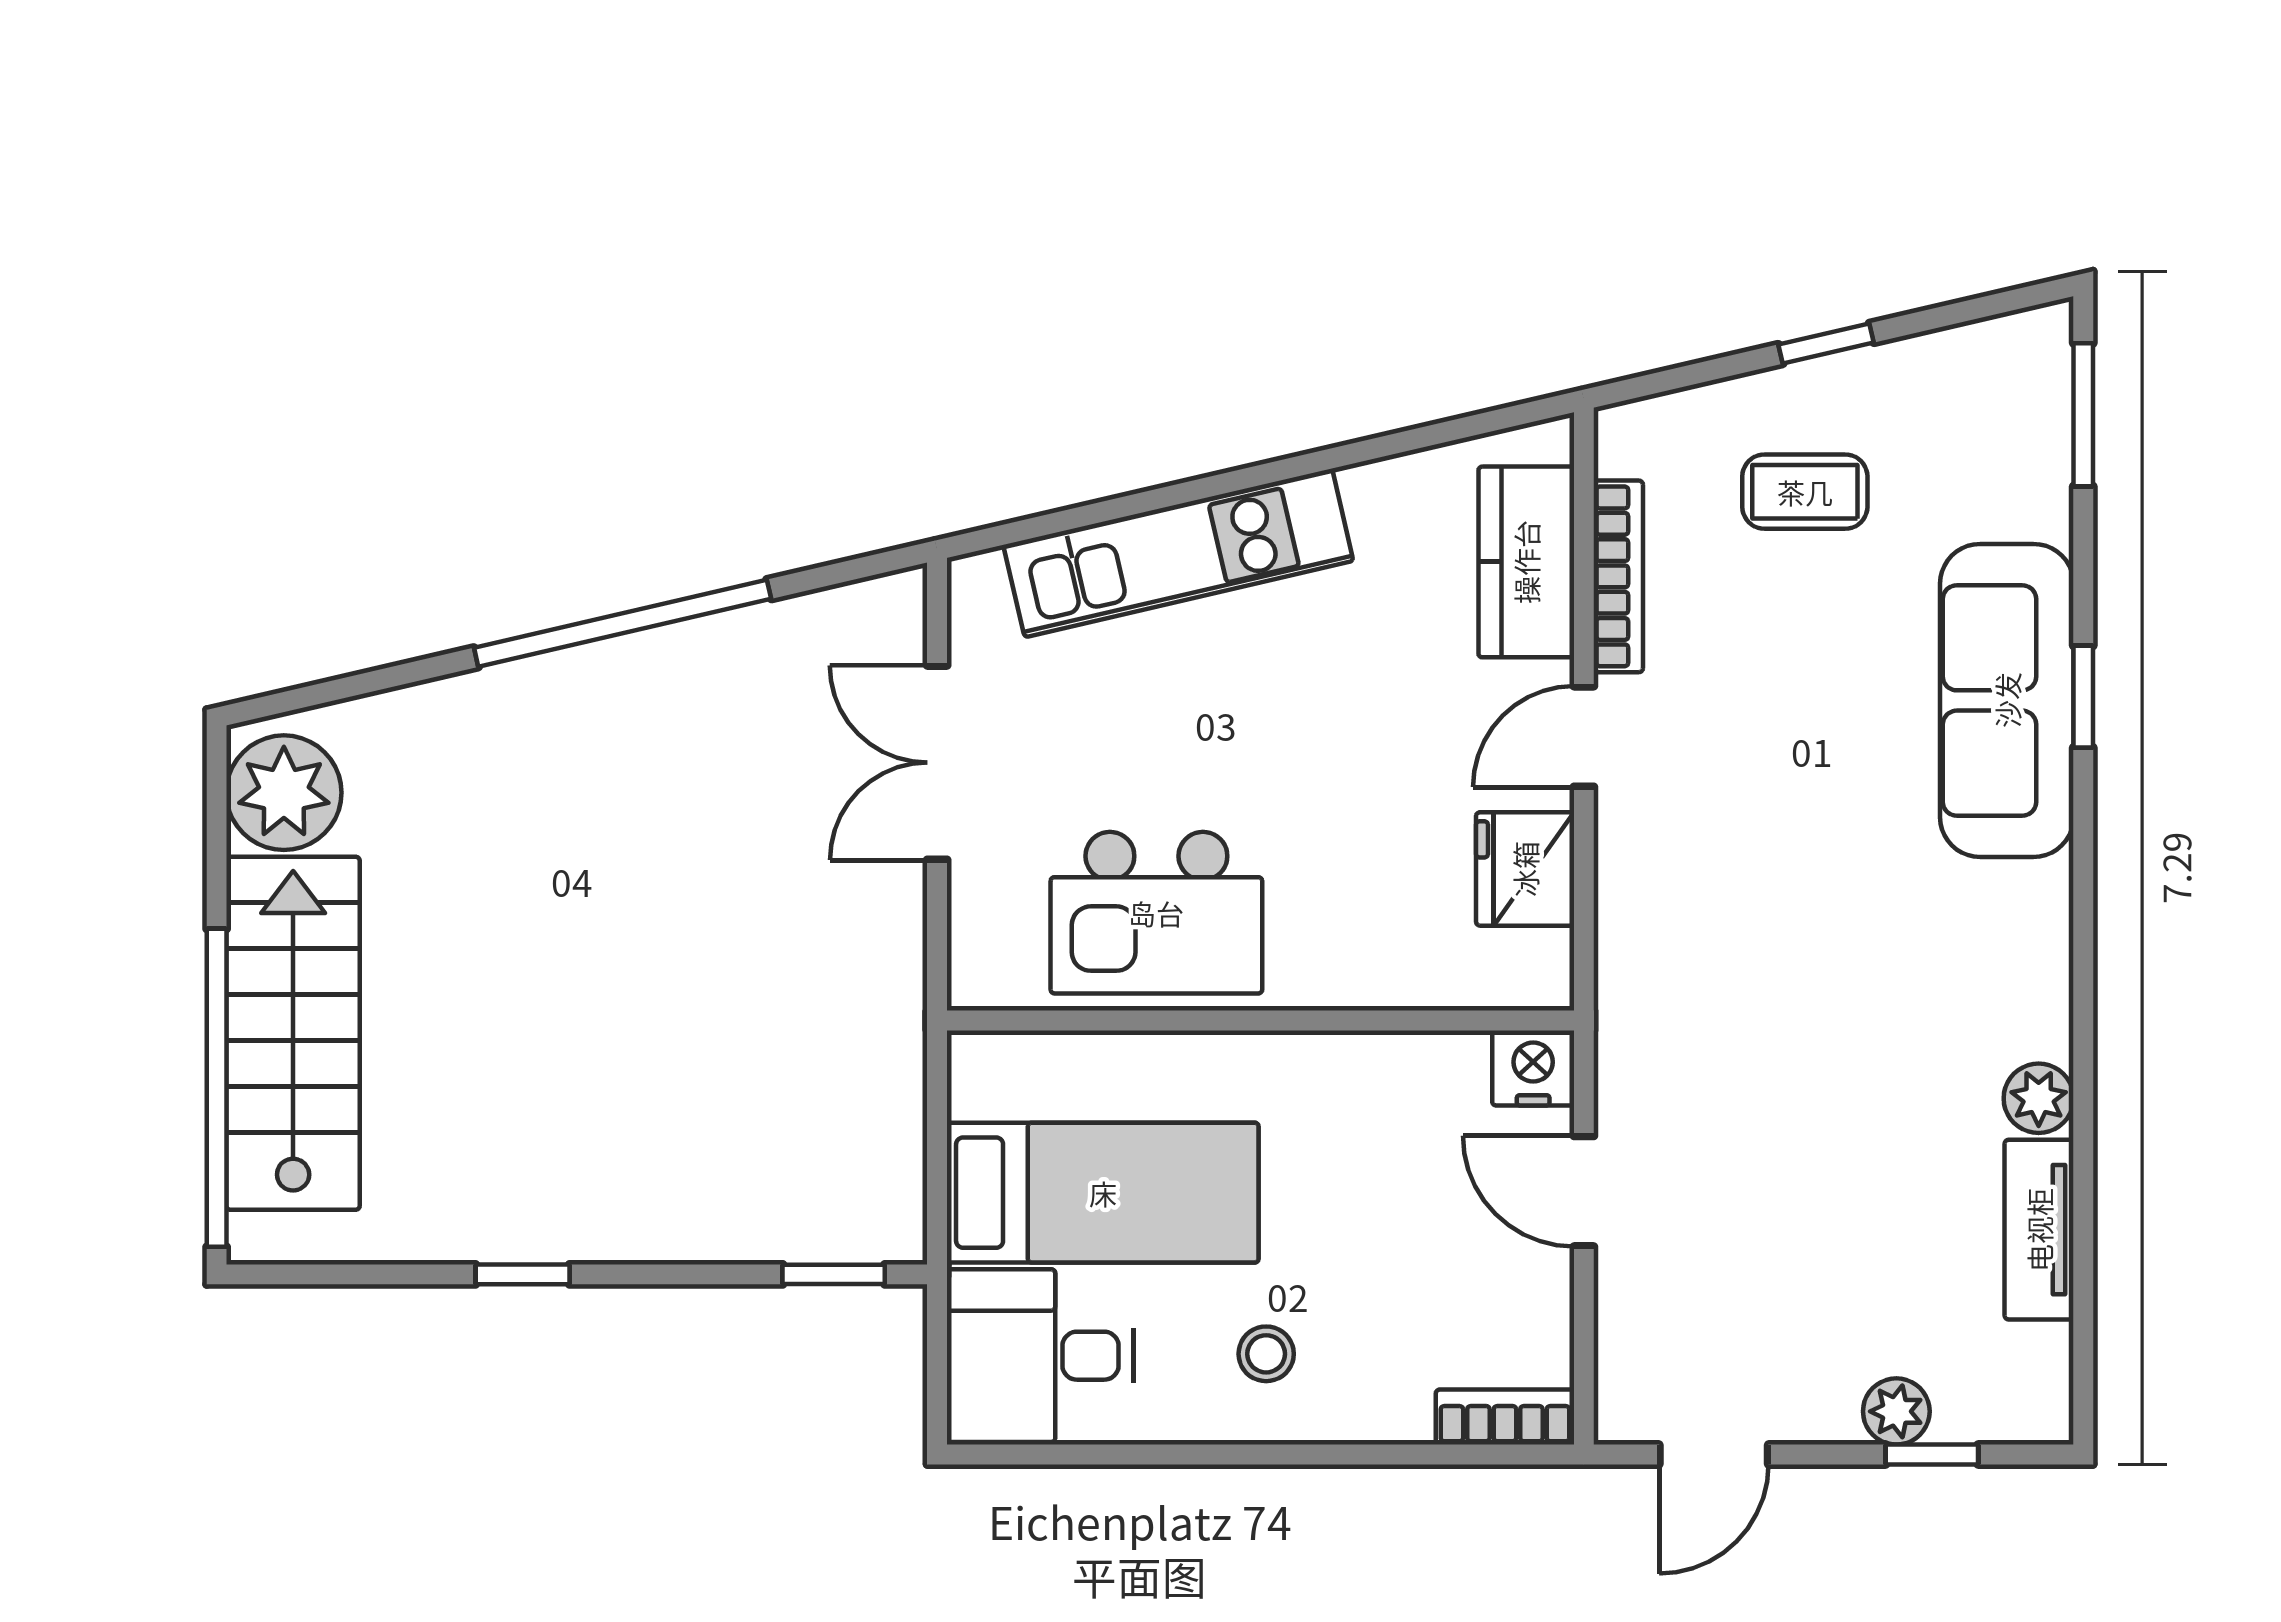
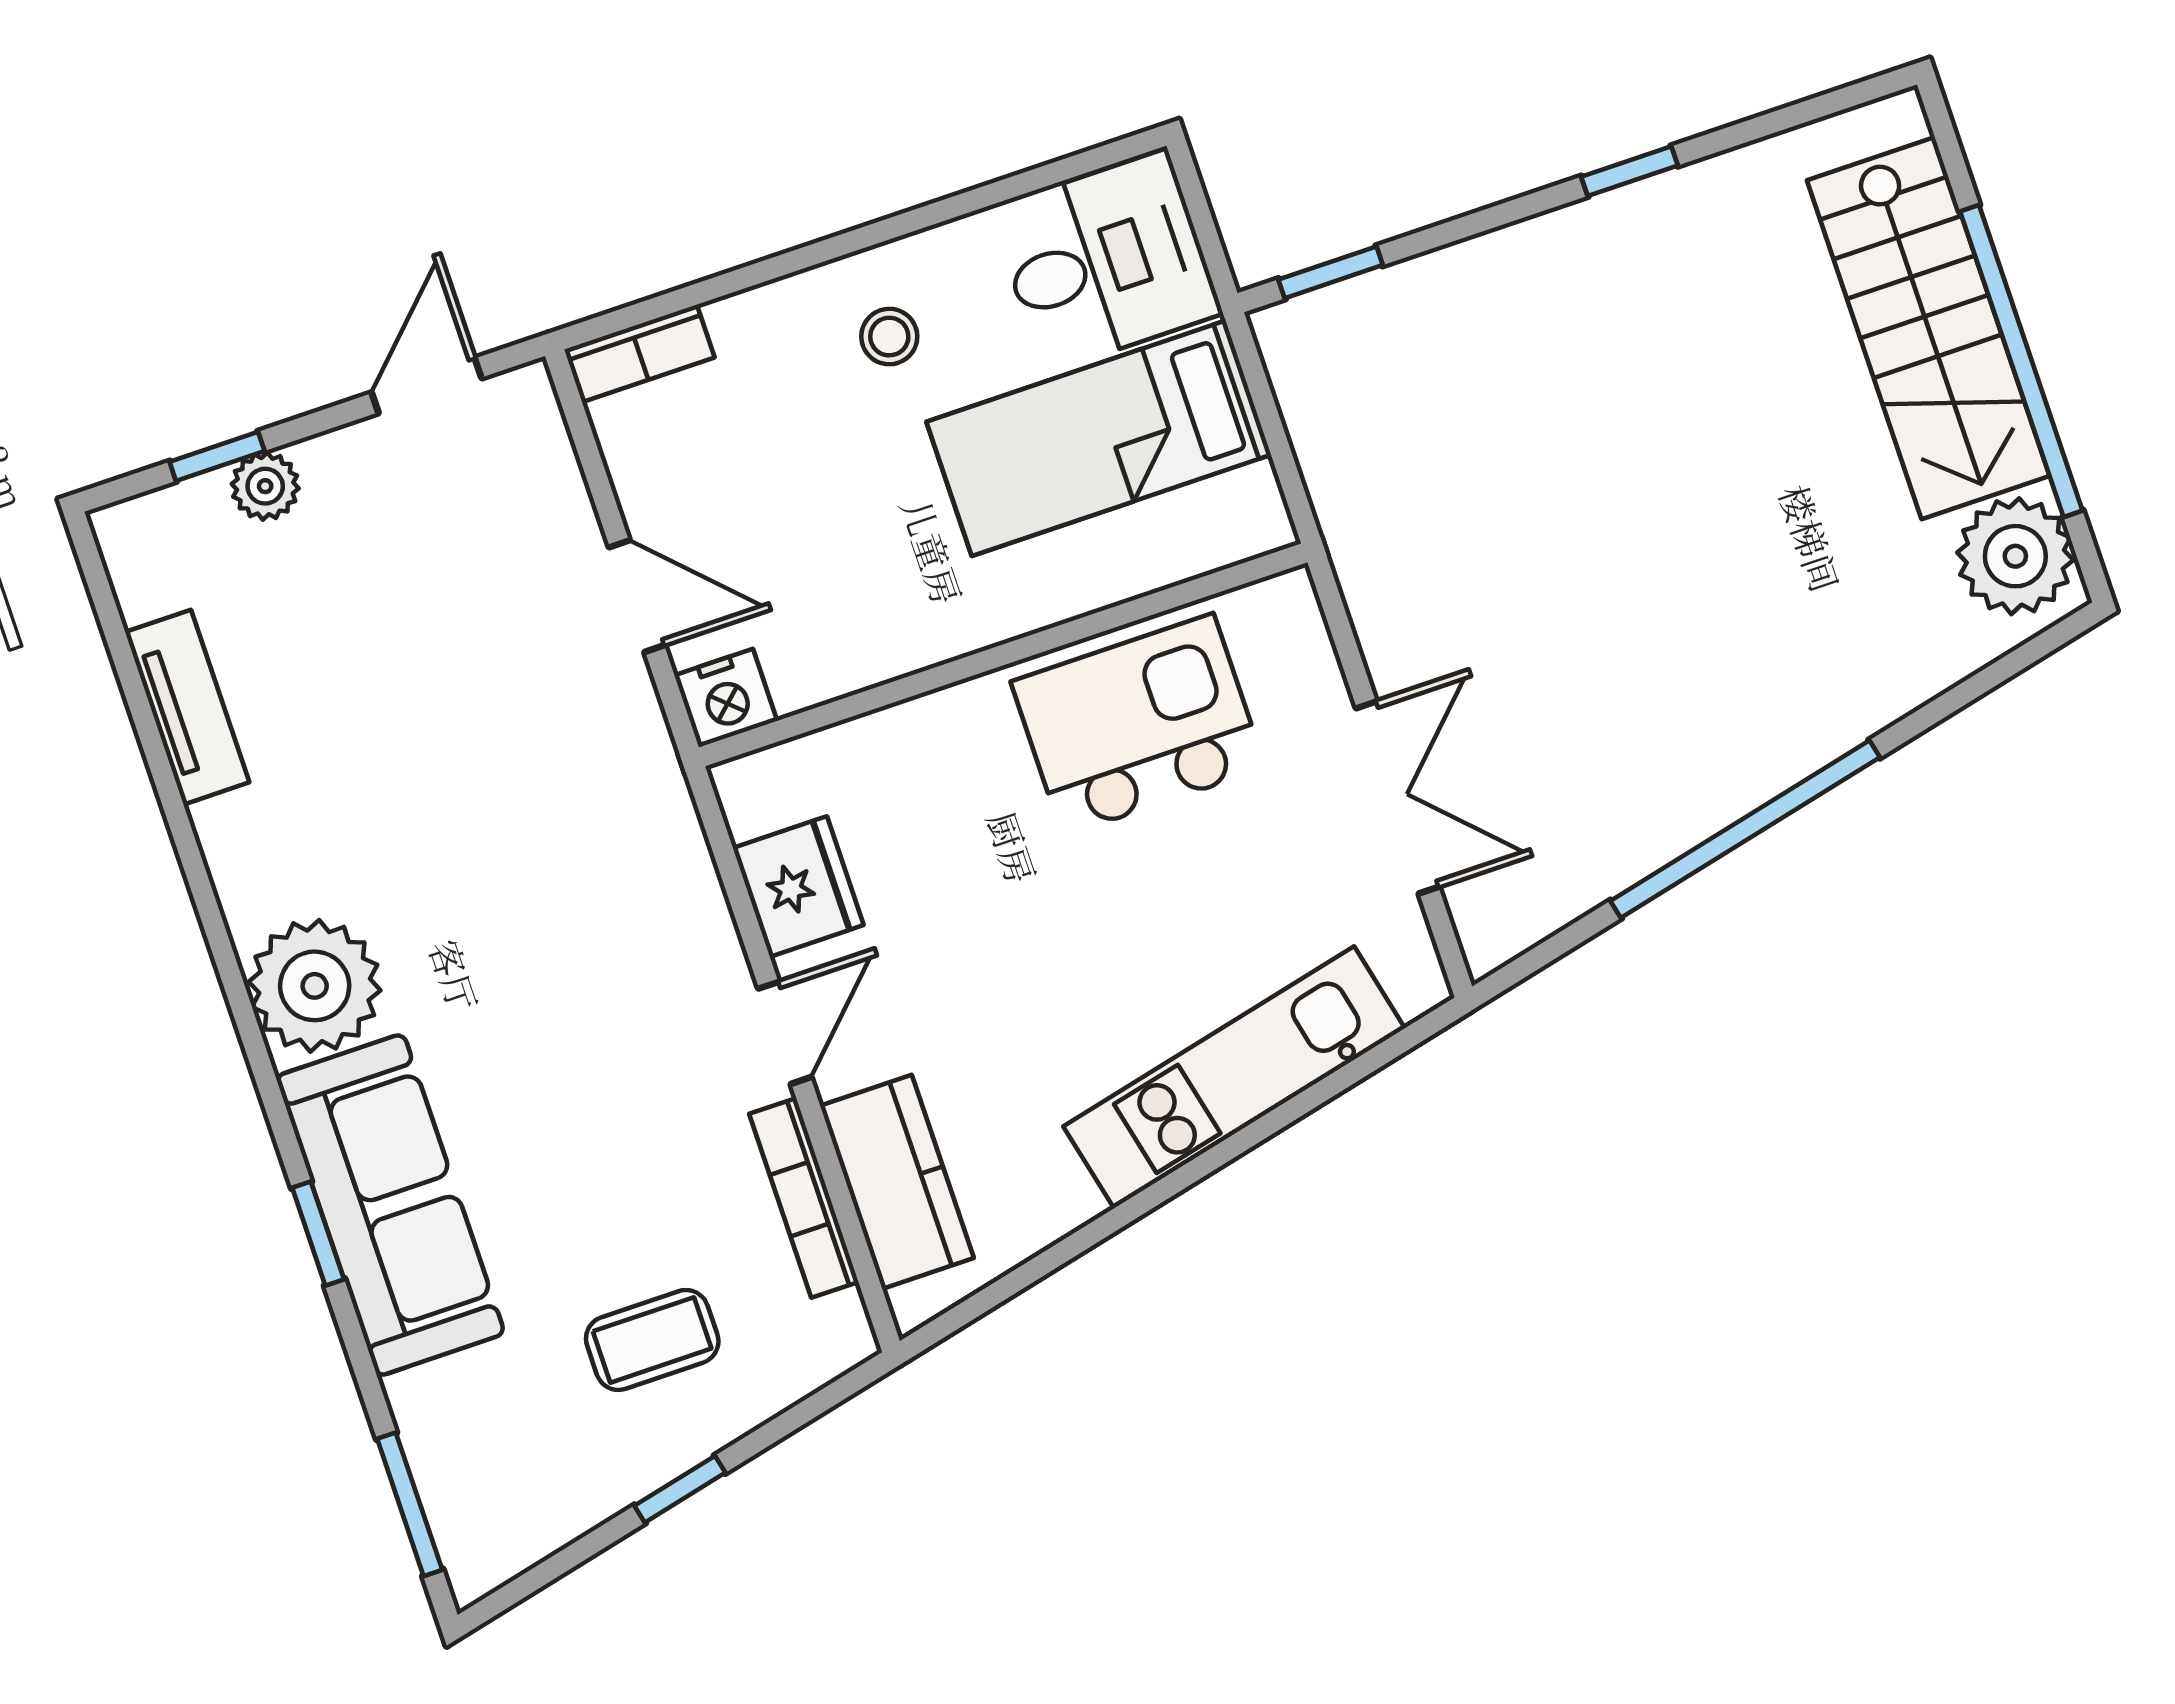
window: (217, 1088) -> (2021, 361), moved
plant: (2039, 1098) -> (315, 986), moved, width x1.87, depth x1.87

